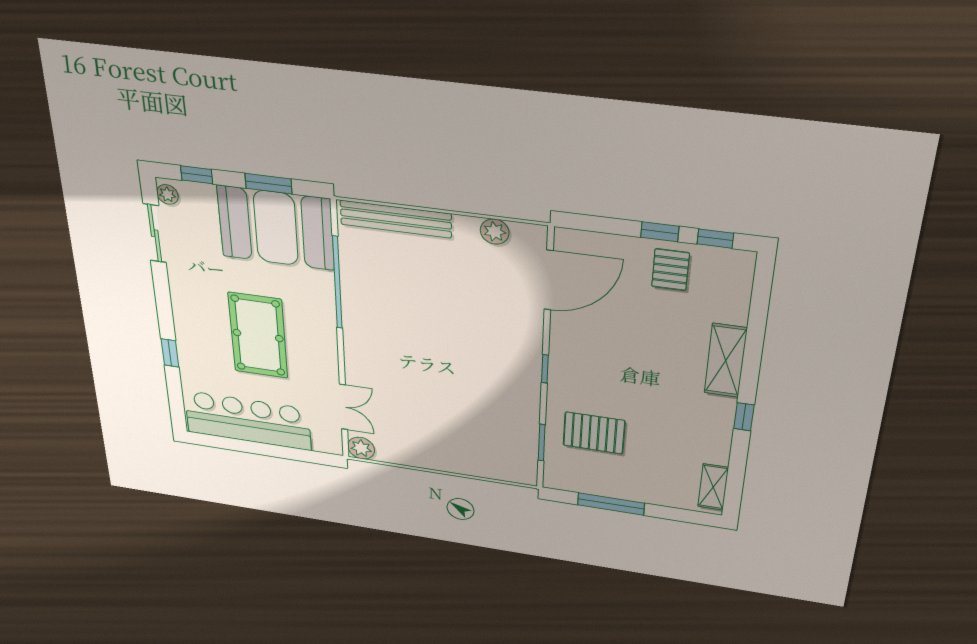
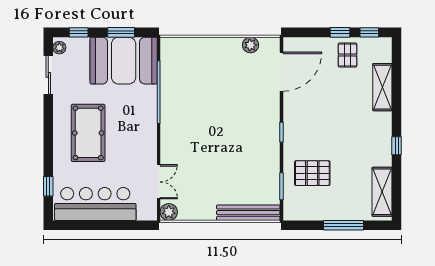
bench: (396, 219) -> (248, 213), moved
pool table: (258, 336) -> (88, 133), moved
window: (170, 353) -> (48, 186), moved
shelving: (726, 361) -> (382, 87), moved
shelving: (713, 487) -> (382, 192), width x1.50, depth x1.33
window: (611, 504) -> (344, 225), moved

